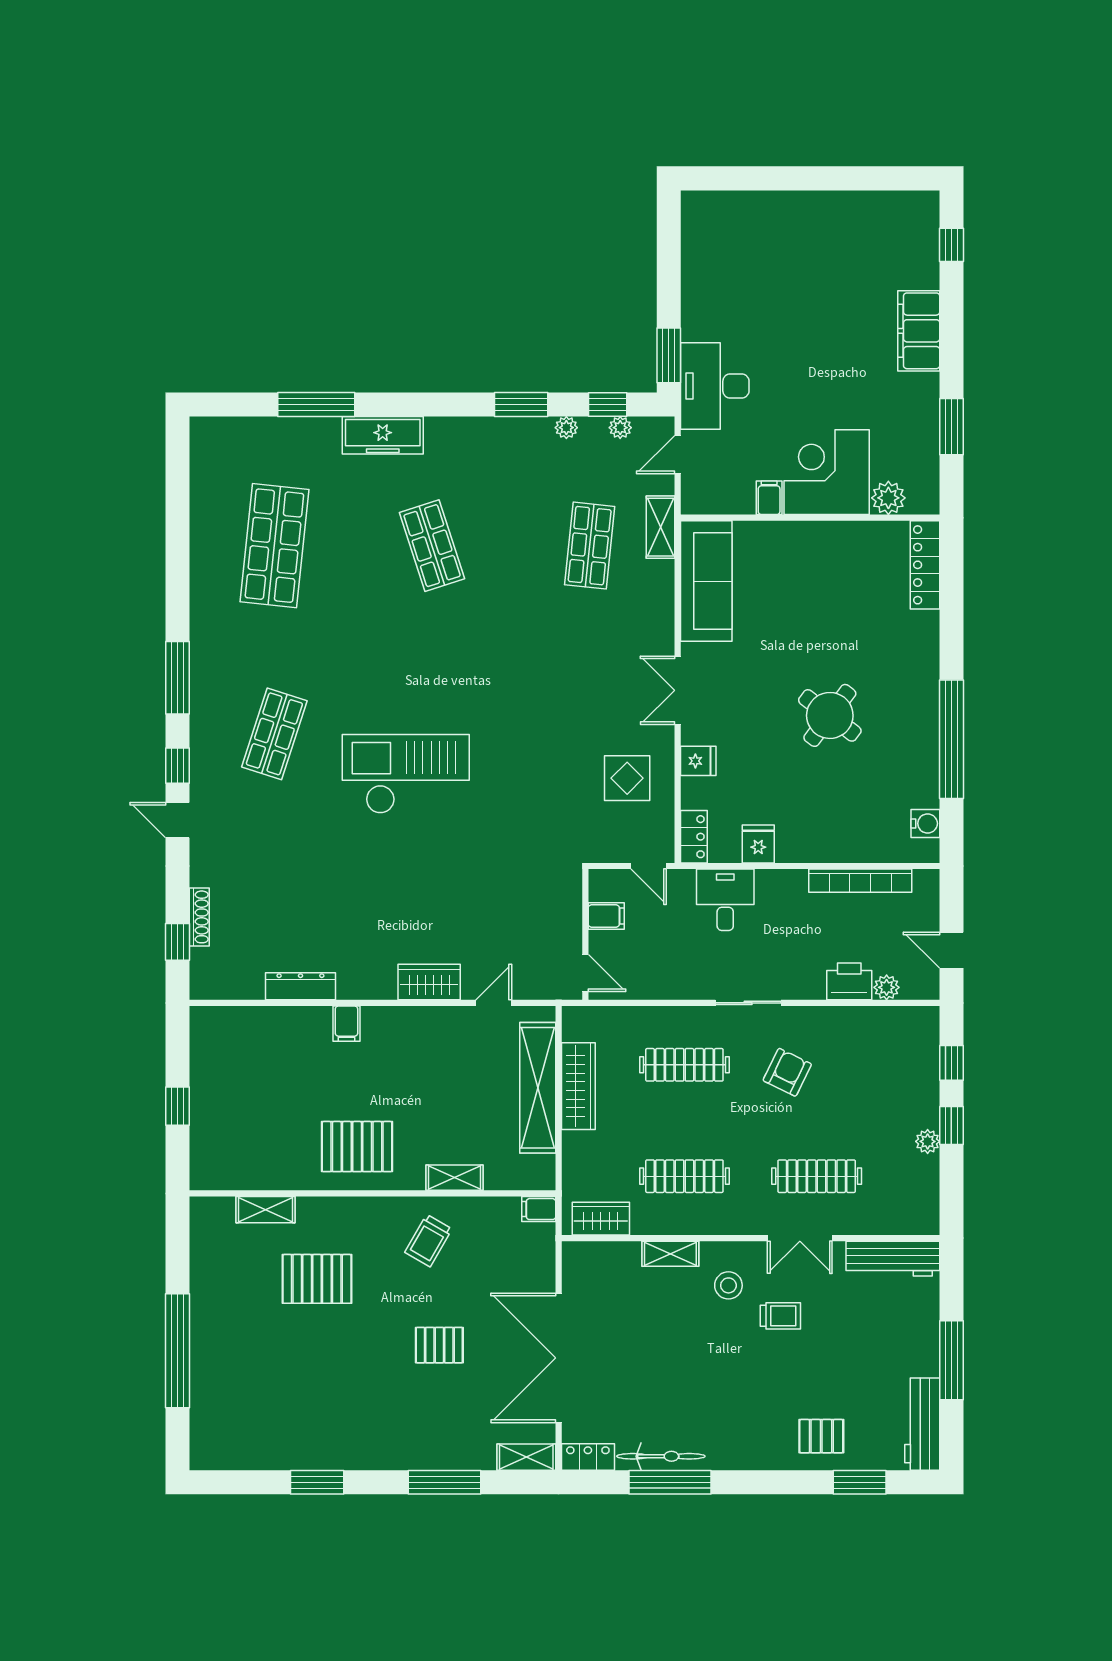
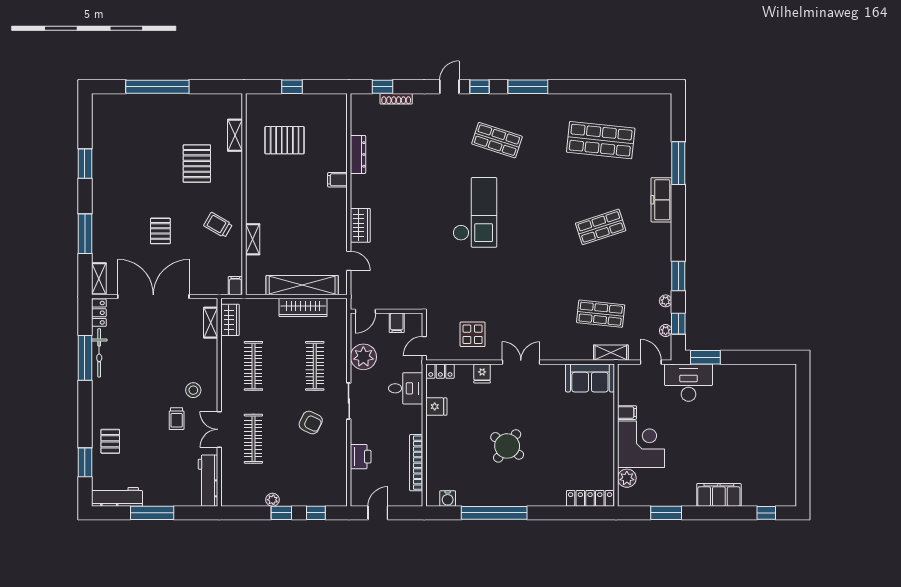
sofa: (706, 581) -> (590, 378), width x0.73
plant: (887, 987) -> (363, 357), moved, width x1.88, depth x1.88
pallet: (357, 1147) -> (285, 140), moved, turned 90
shelving: (670, 1254) -> (211, 323), moved

